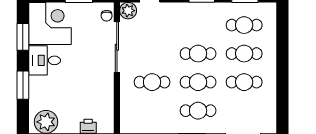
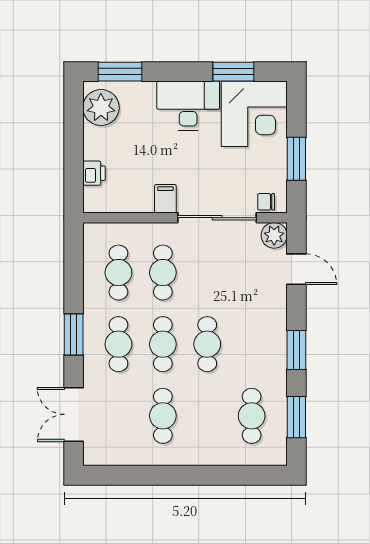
cafe table: (244, 54) -> (118, 273), moved
desk: (45, 60) -> (188, 105), width x1.37
filing cabinet: (105, 80) -> (165, 199), added
window: (23, 85) -> (120, 72), moved

